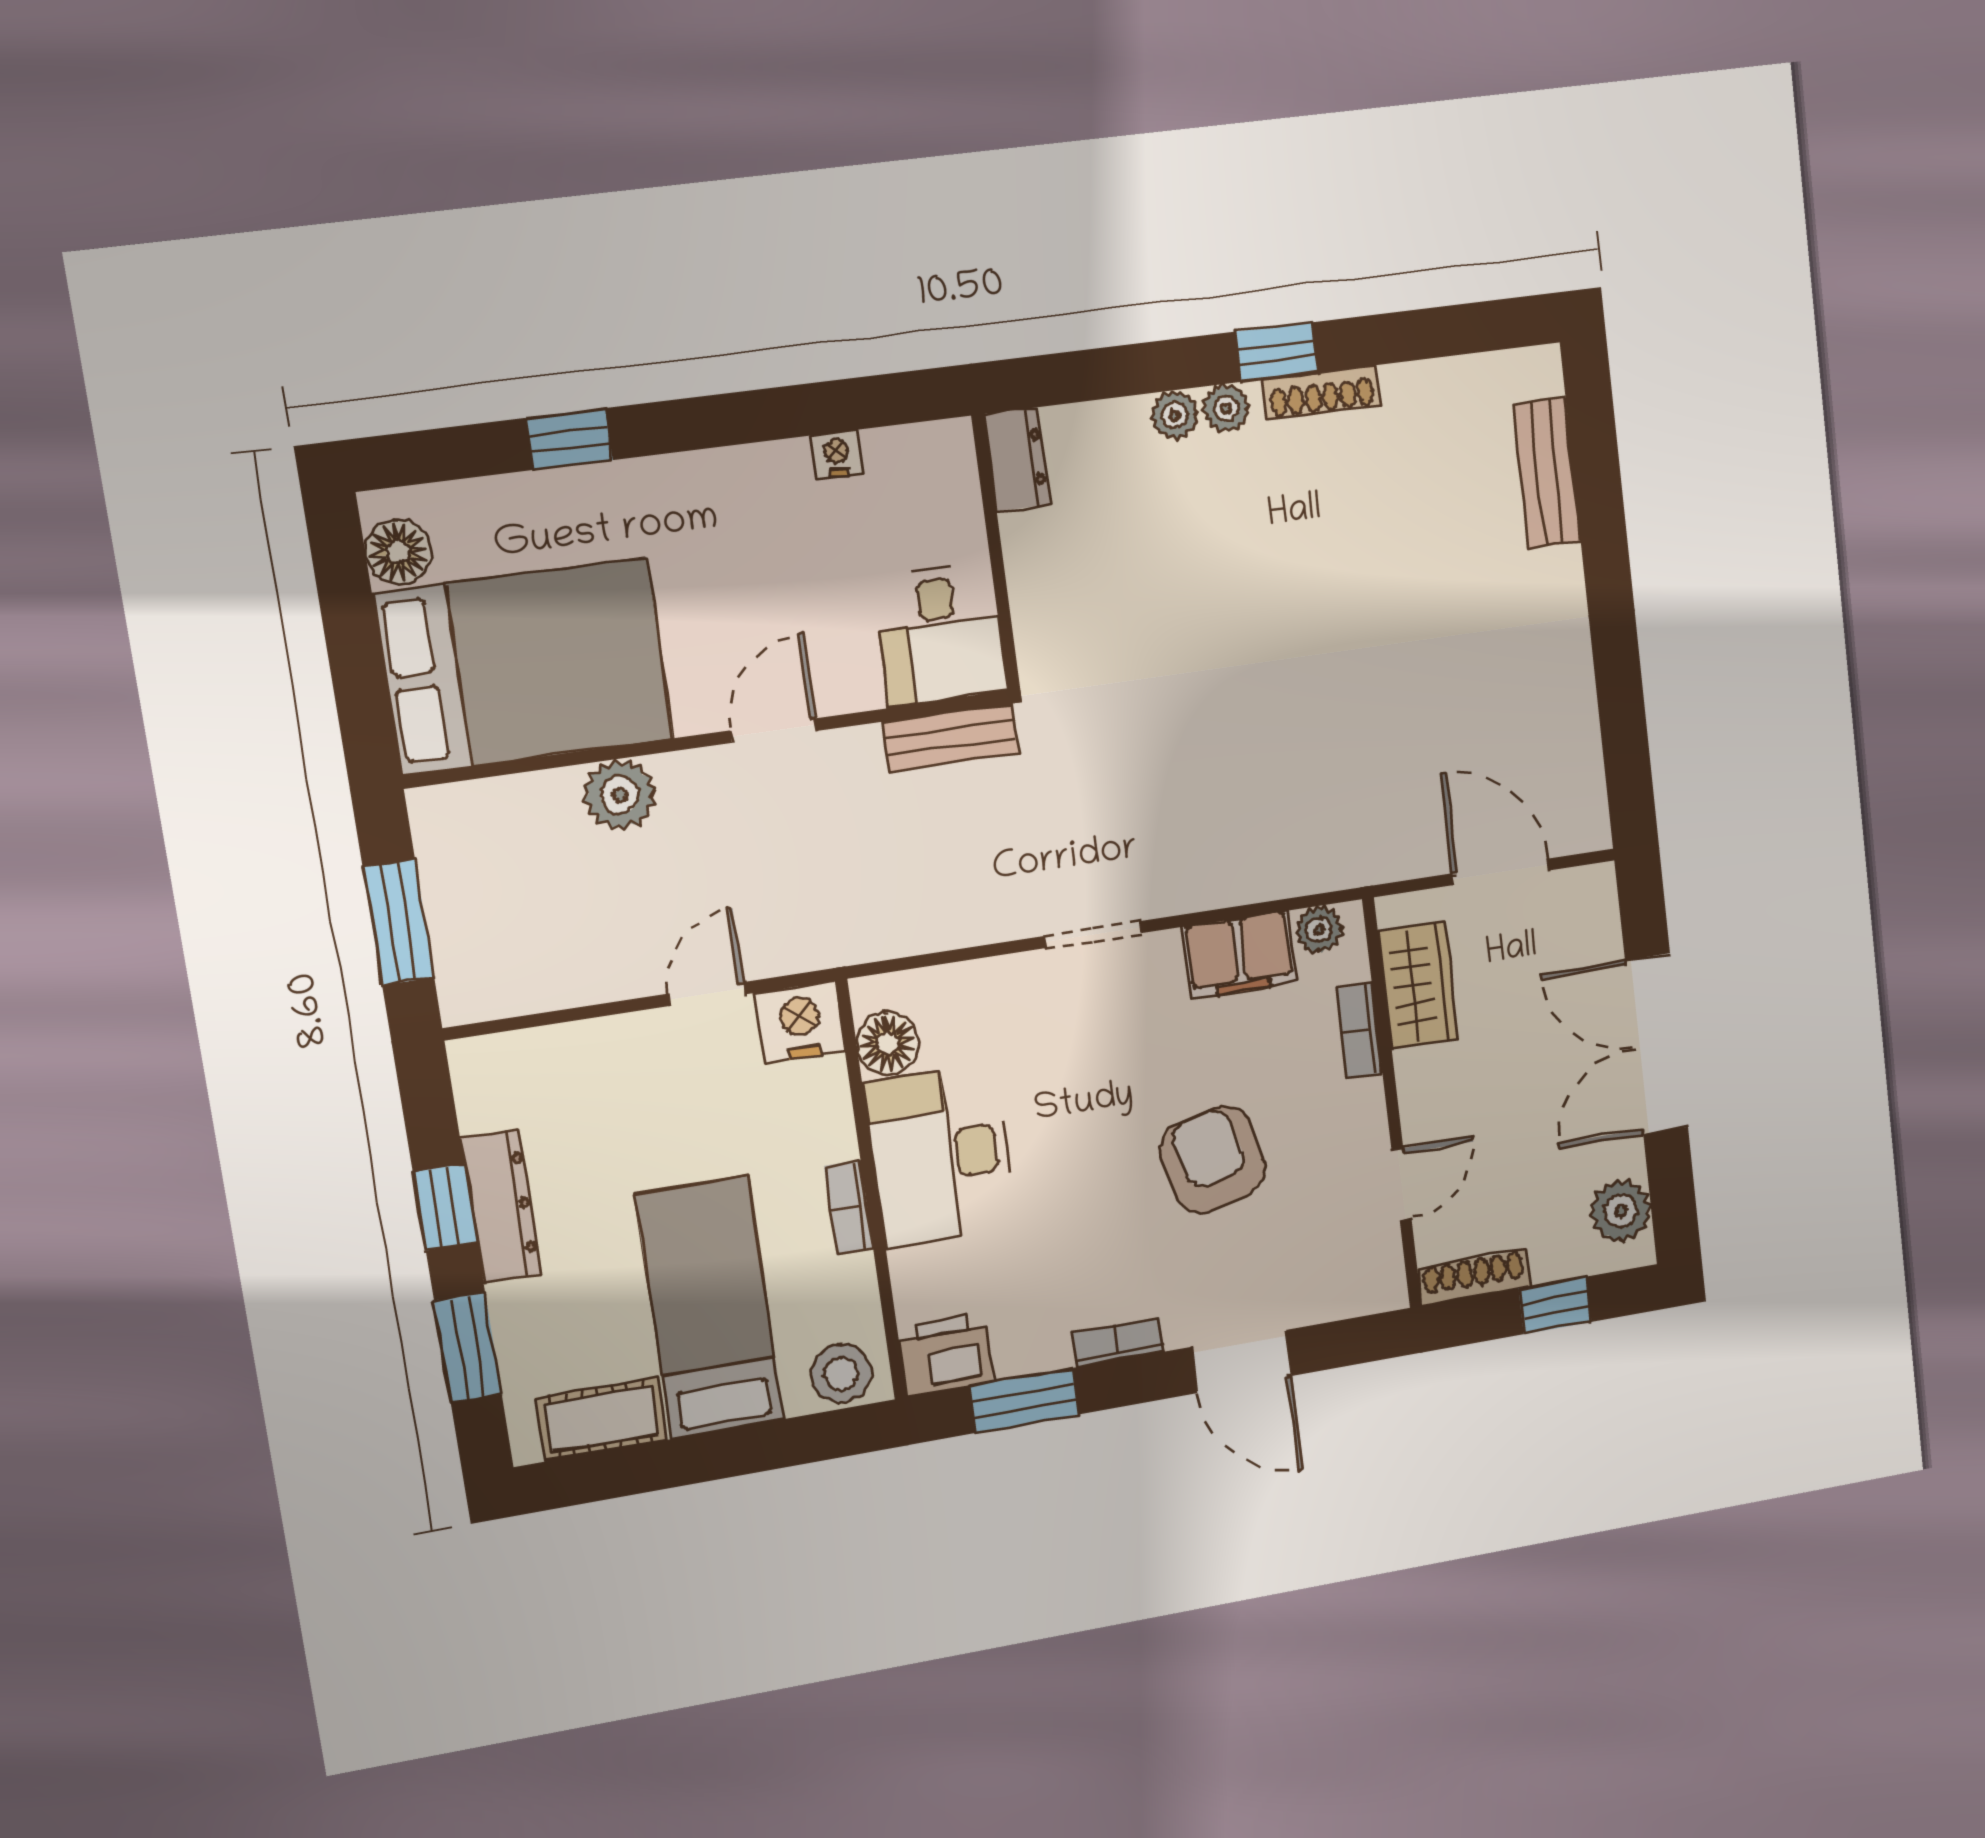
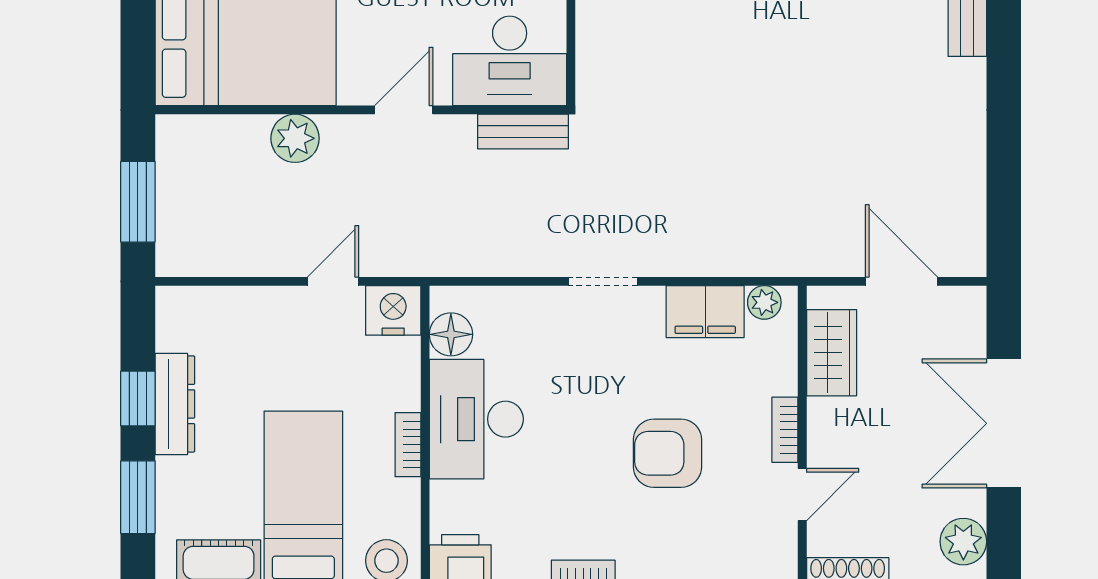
desk: (940, 635) -> (510, 61), width x1.37
bookcase: (1360, 1031) -> (785, 430), moved
armchair: (1212, 1159) -> (667, 453), turned -76

